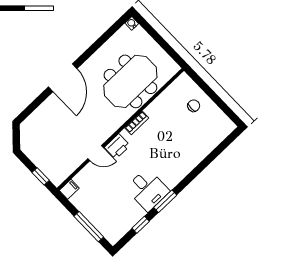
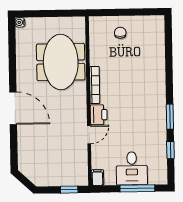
bookcase: (137, 123) -> (95, 85), width x1.56
desk: (148, 190) -> (132, 168), moved, turned 90

